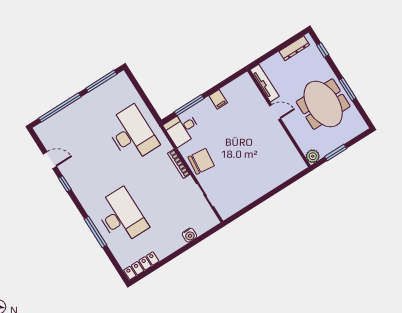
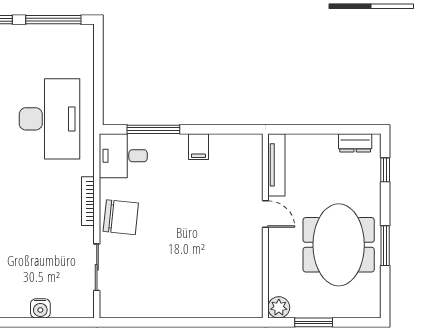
dresser: (294, 48) -> (355, 143), width x0.70

